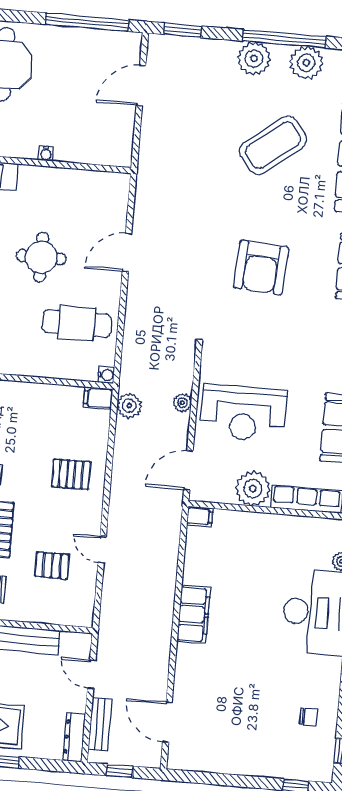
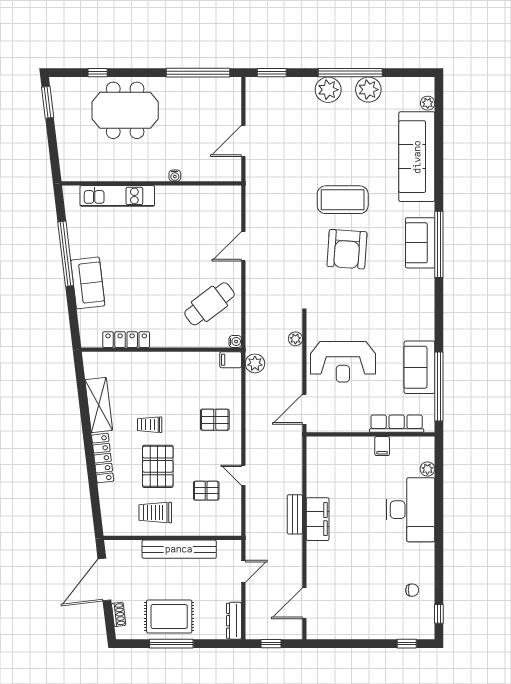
door: (141, 85) -> (243, 141), moved
coffee table: (273, 145) -> (343, 200), moved, turned 38
round table: (41, 257) -> (178, 256), removed
cafe table: (77, 323) -> (210, 304), turned -37
plant: (182, 403) -> (295, 339), moved
plant: (253, 489) -> (355, 419), removed
filing cabinet: (200, 516) -> (382, 446), moved, turned 90
door: (92, 674) -> (243, 571), swing flipped
door: (167, 722) -> (304, 603), hinge flipped
bench: (100, 724) -> (295, 514), moved

